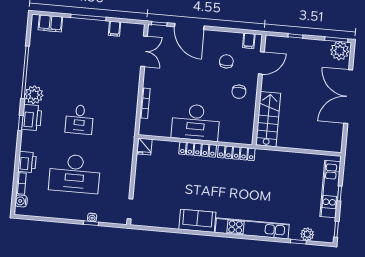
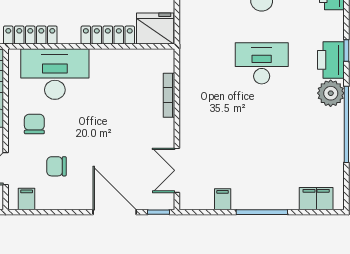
chair: (226, 61) -> (56, 166), turned 90
desk: (79, 119) -> (262, 63), width x1.37
desk: (196, 122) -> (55, 74), moved
fridge: (145, 147) -> (155, 29), width x1.88, depth x1.34
locker: (198, 149) -> (108, 35), moved

